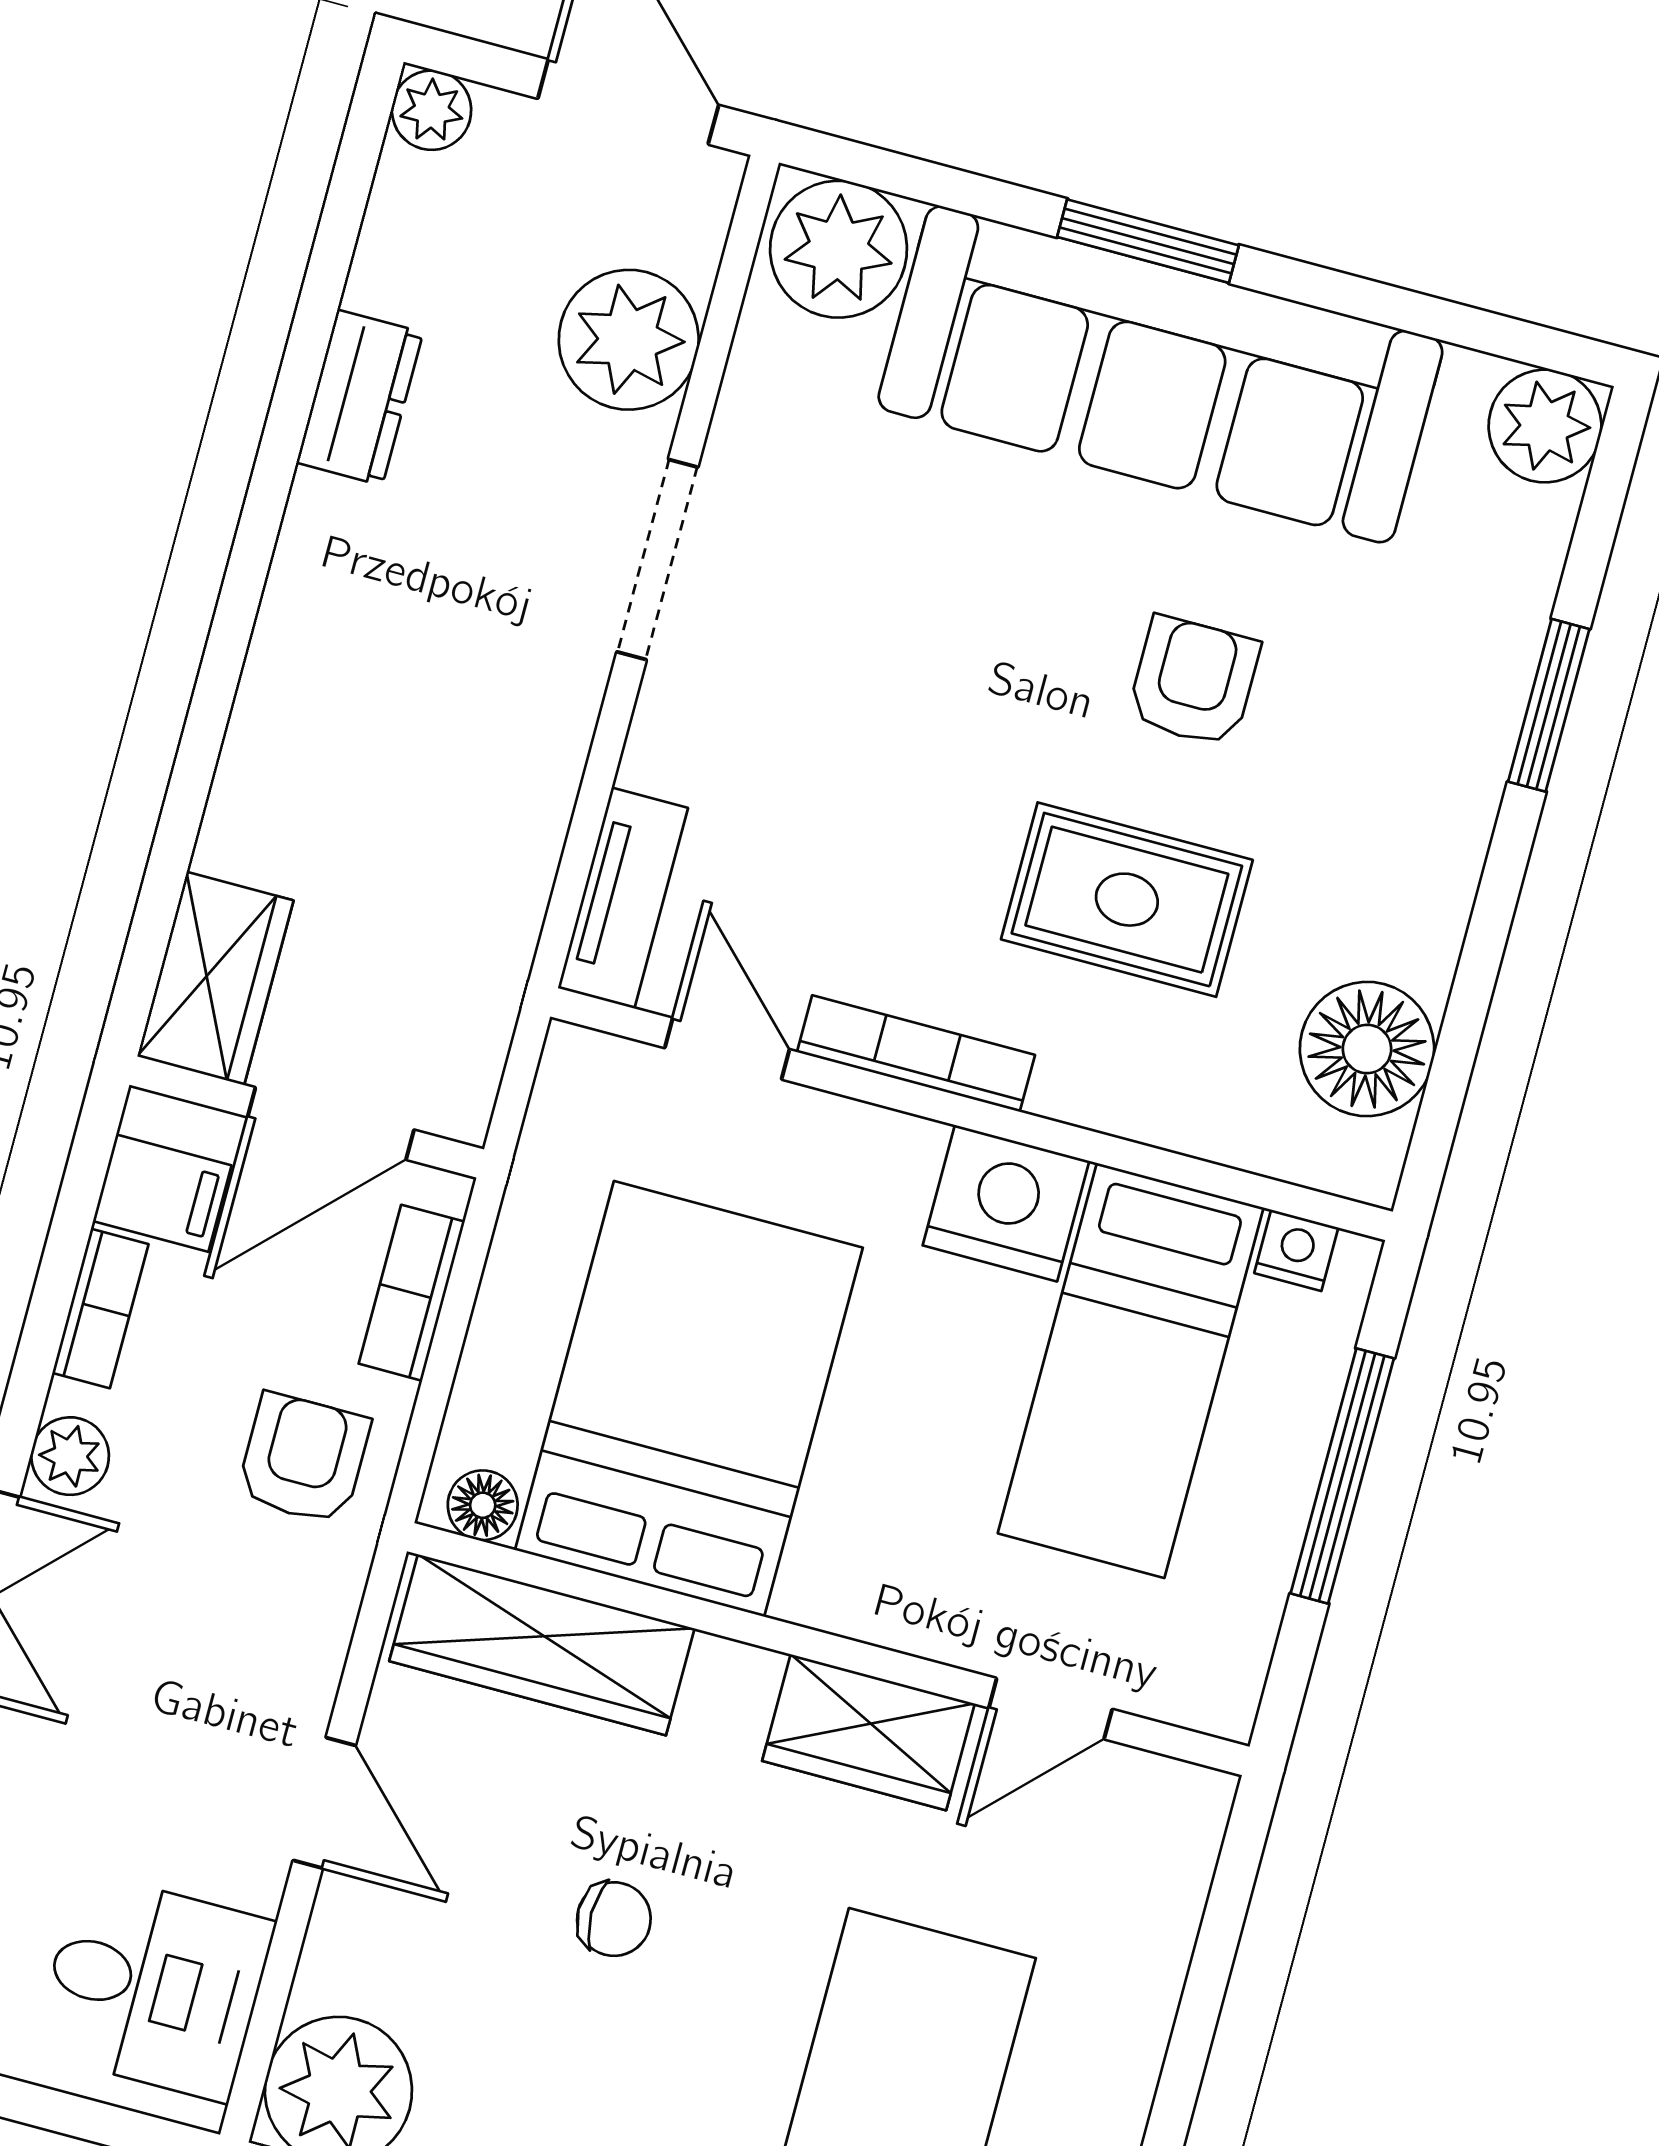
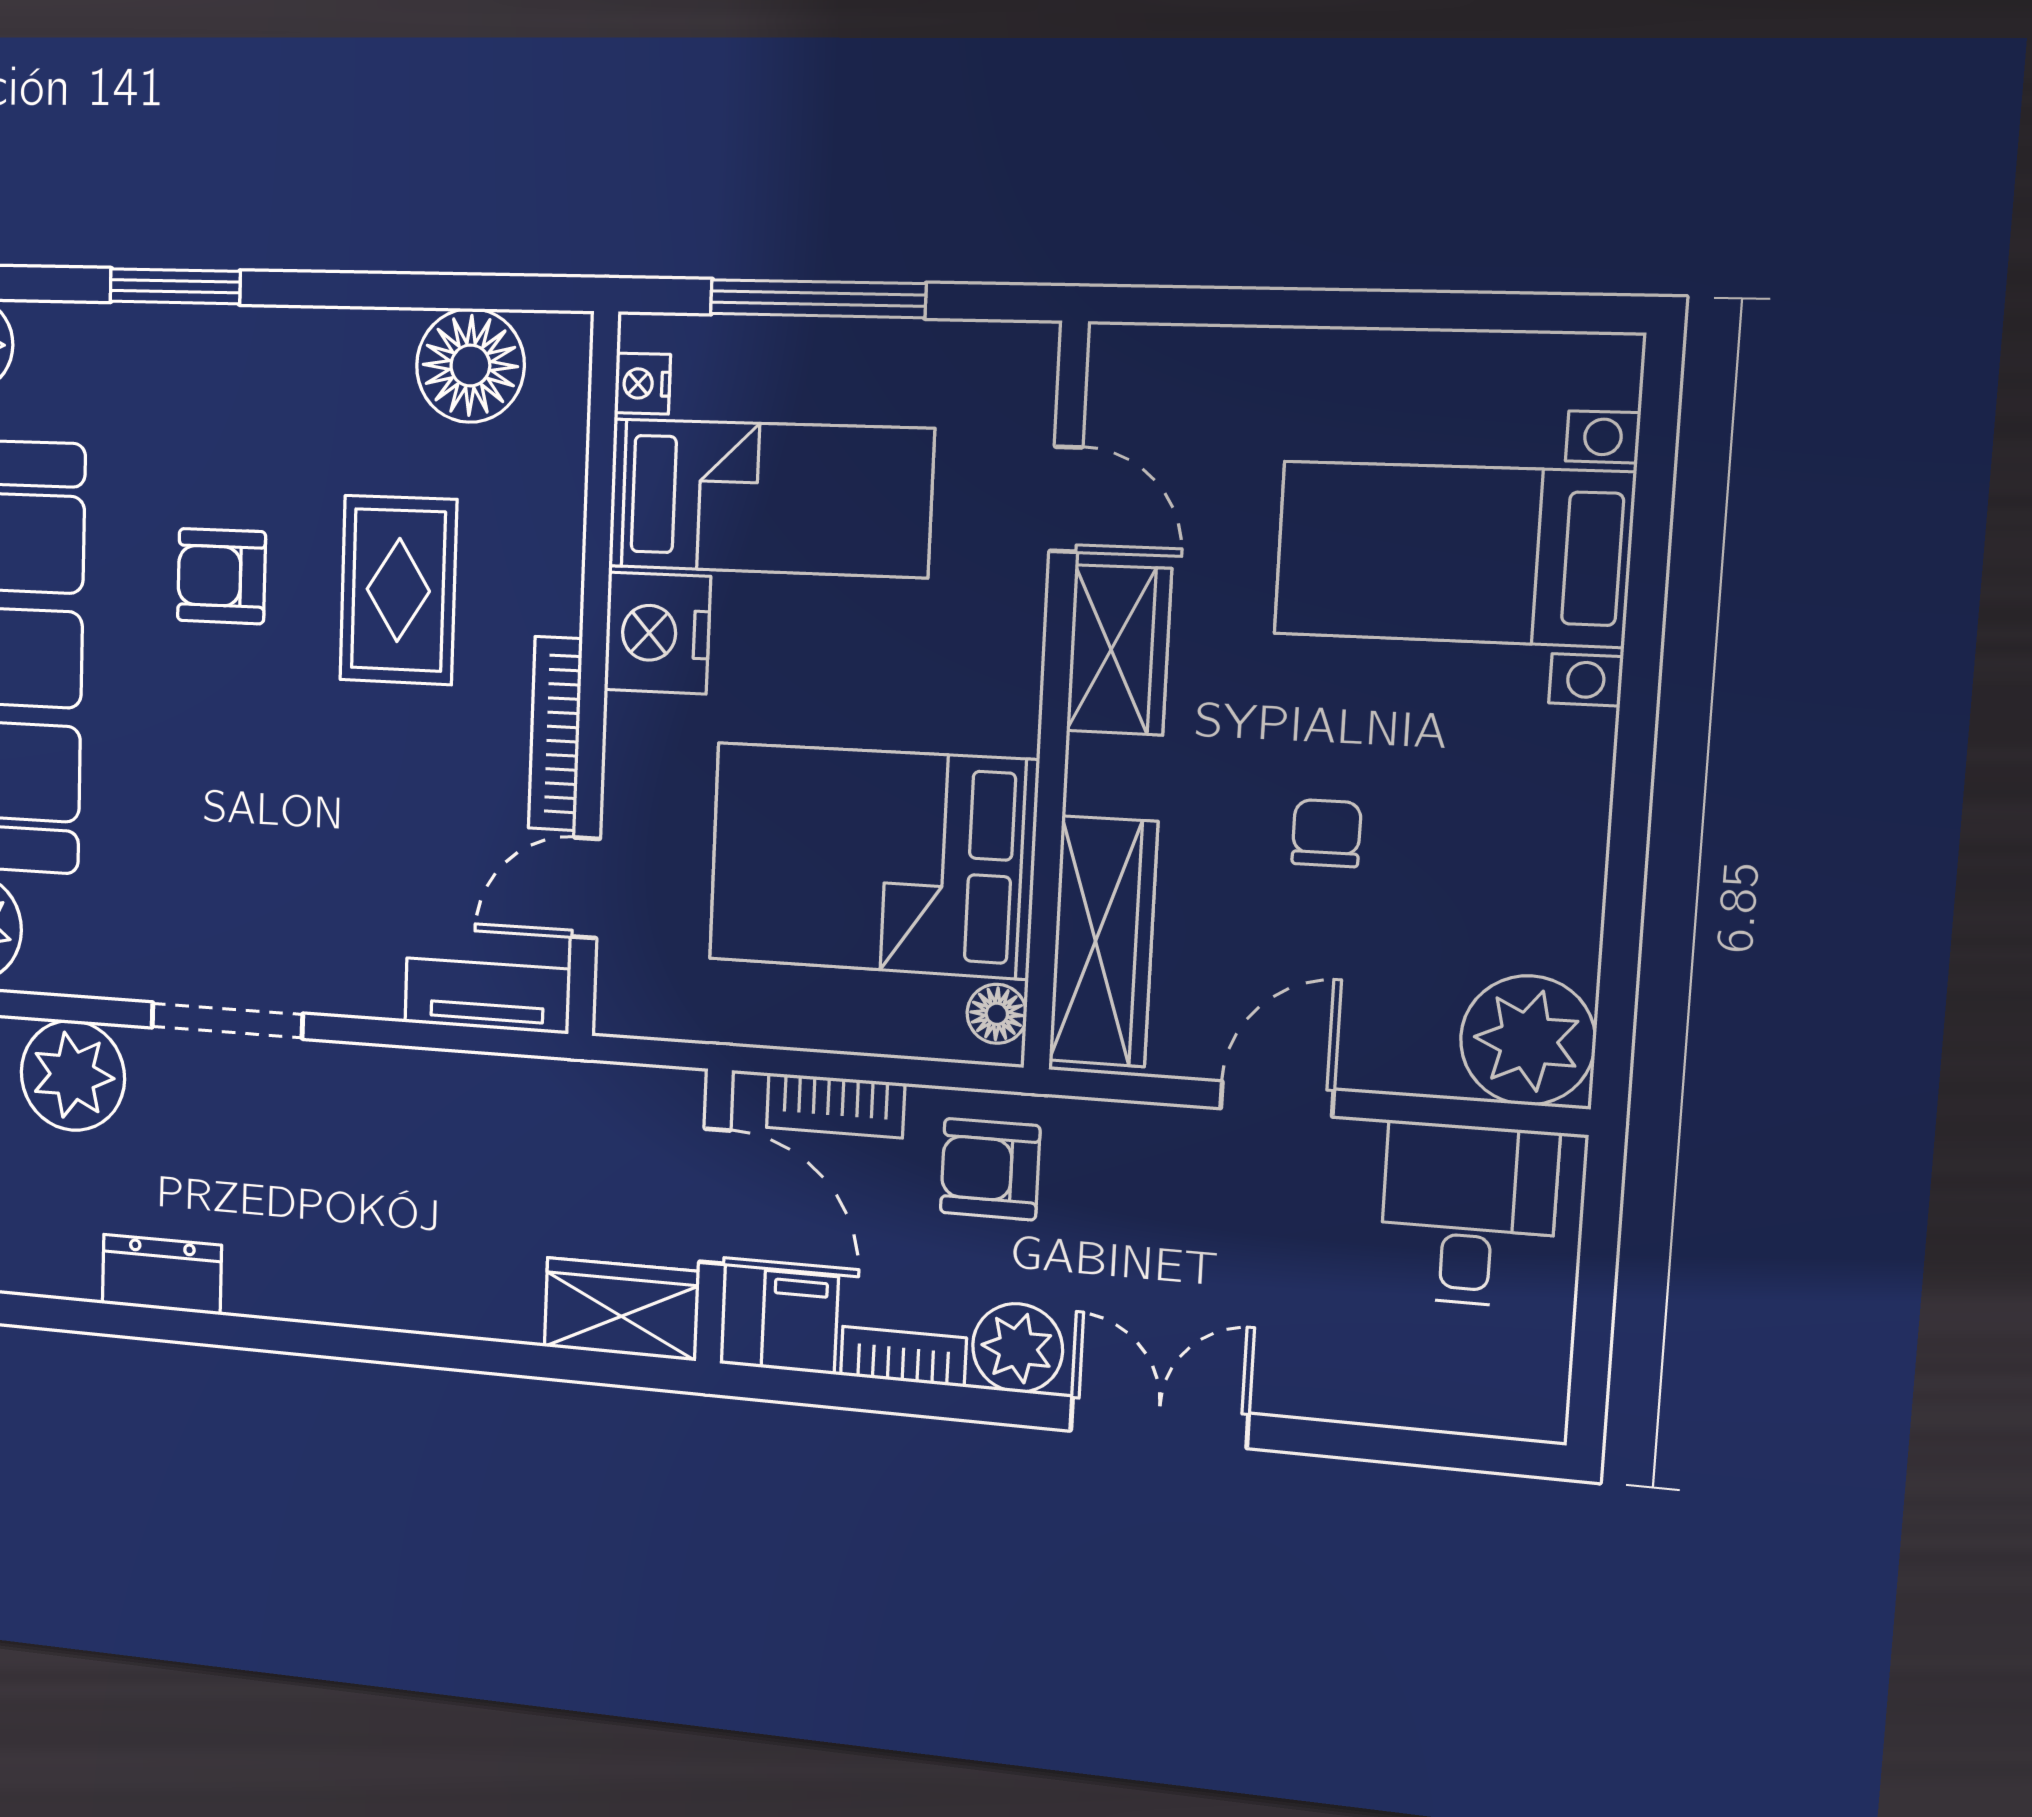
plant: (70, 1456) -> (1018, 1348), width x1.38, depth x1.38

